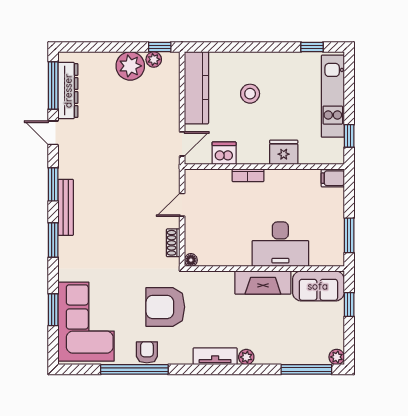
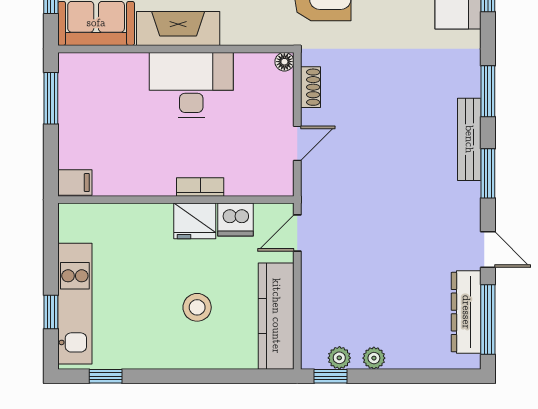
plant: (130, 66) -> (374, 358), width x0.53, depth x0.53
window: (349, 136) -> (51, 312), moved
fridge: (284, 152) -> (195, 221), moved
desk: (280, 244) -> (191, 85), moved

